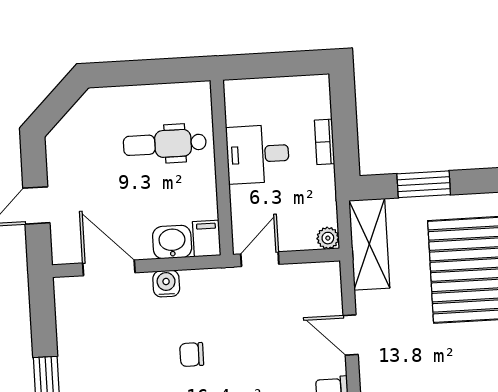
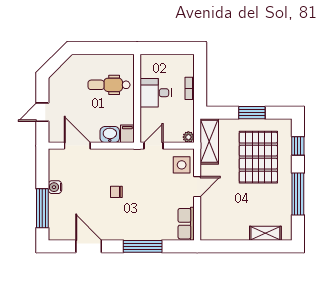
window: (424, 184) -> (252, 113), moved
water cooler: (166, 284) -> (55, 187), moved, turned -90
side table: (318, 294) -> (182, 165), added
door: (351, 335) -> (197, 187), swing flipped

